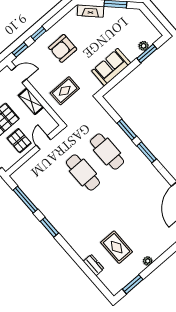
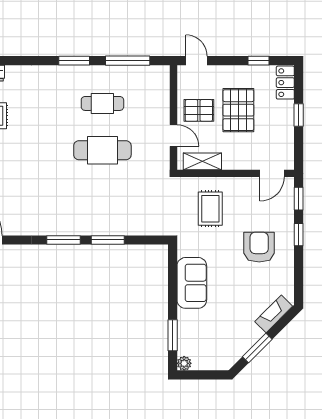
plant: (144, 46) -> (184, 363), moved
shelving: (31, 101) -> (202, 161), moved
cafe table: (107, 152) -> (102, 103), moved, width x0.73, depth x0.74

